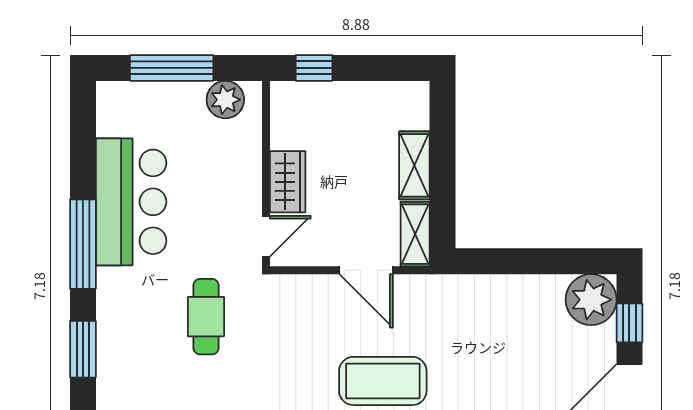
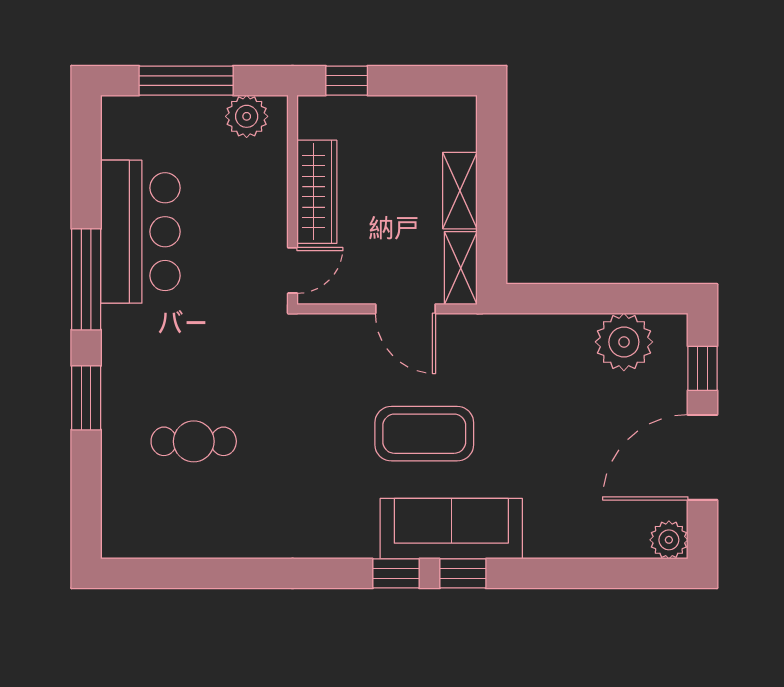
wardrobe: (288, 182) -> (317, 192), width x1.50
plant: (591, 300) -> (624, 342), moved
cafe table: (206, 317) -> (194, 441), moved, turned 90

